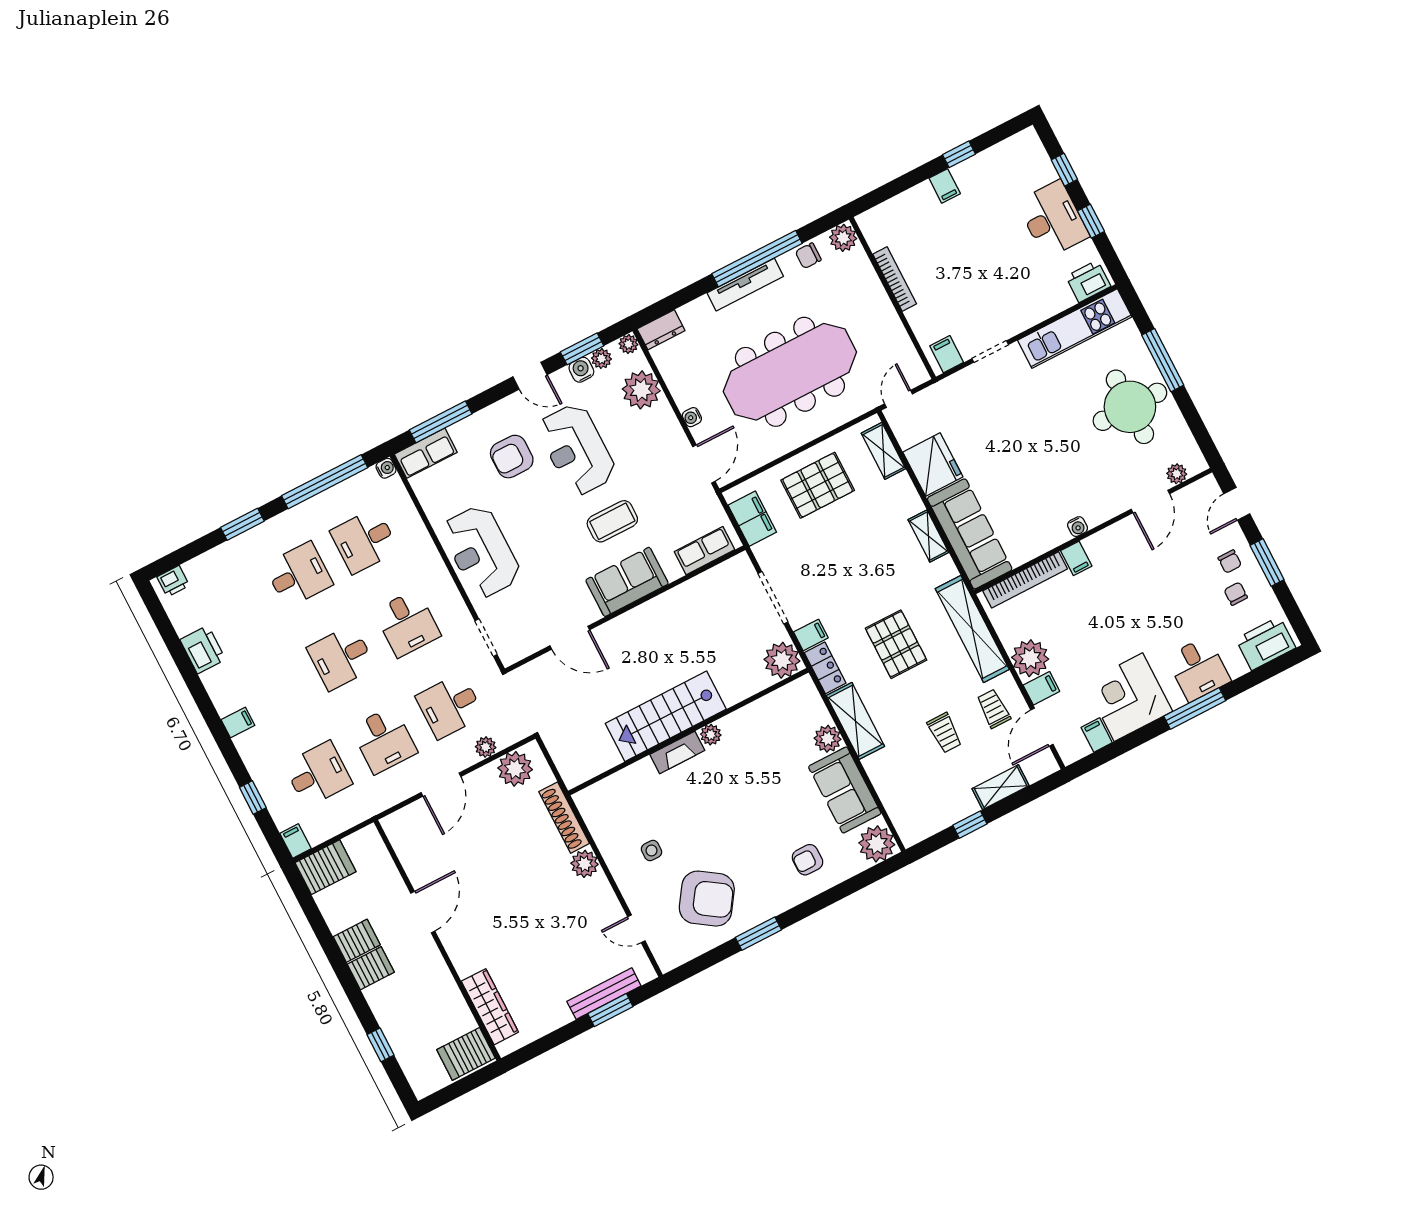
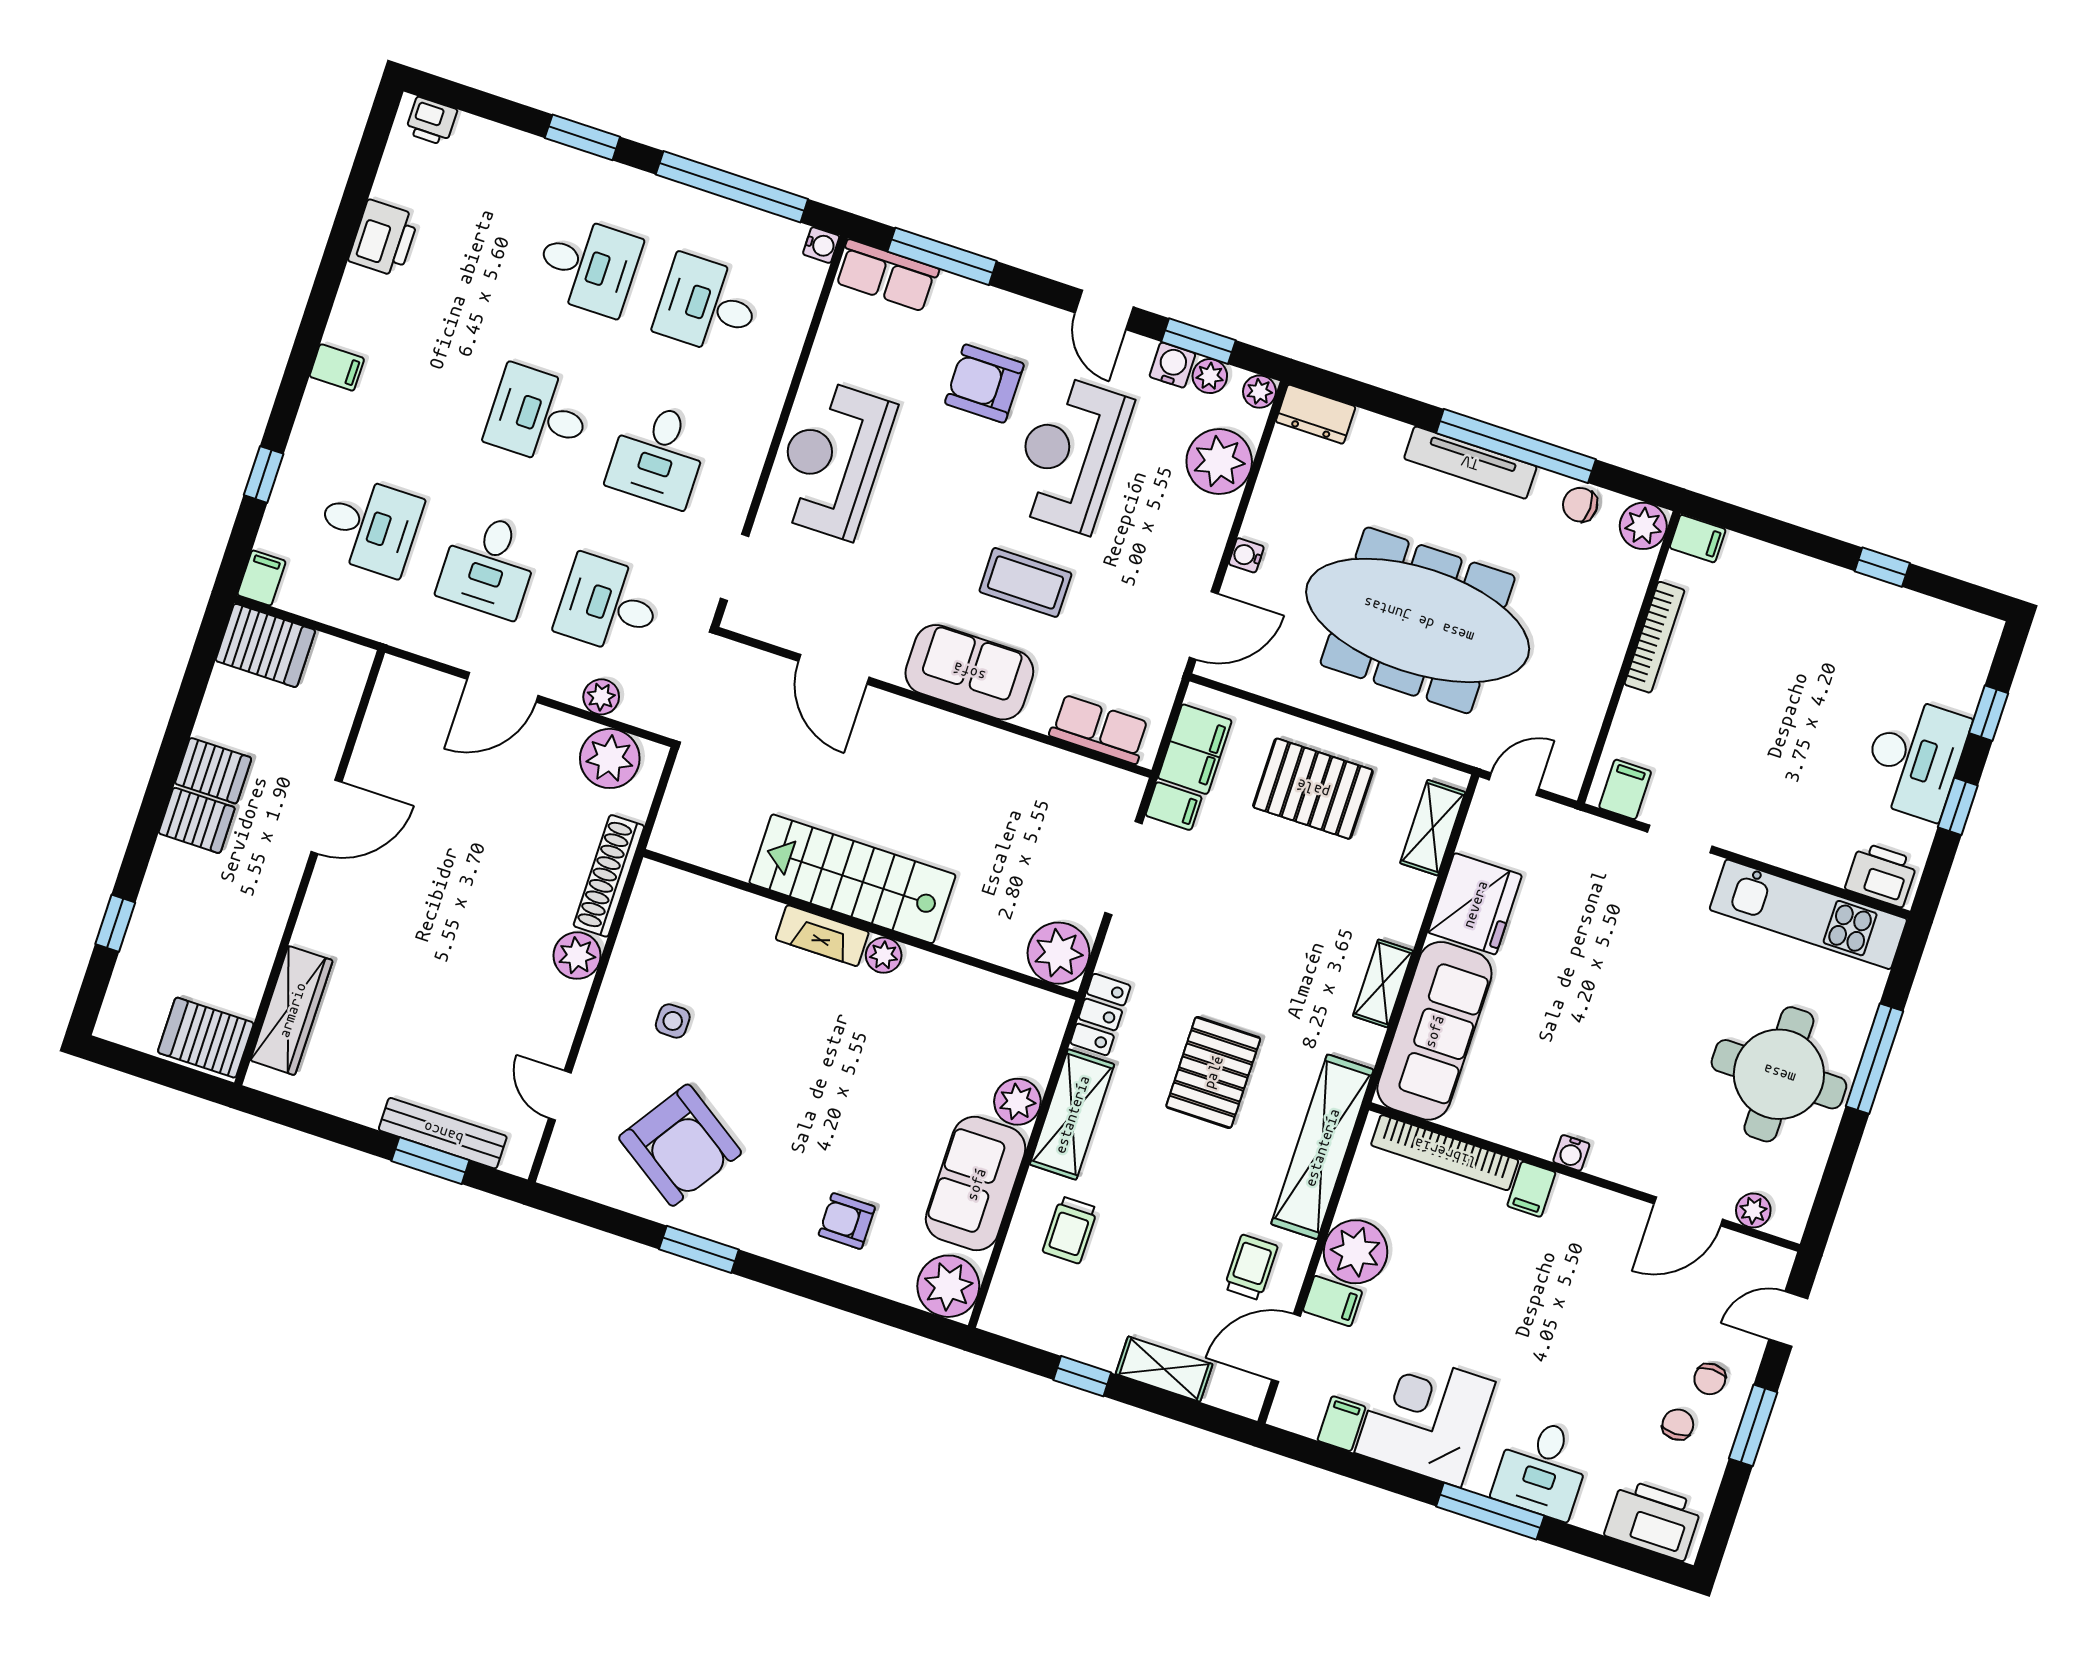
filing cabinet: (945, 186) -> (1698, 539), moved, turned -90
filing cabinet: (811, 635) -> (1174, 806), moved
trolley: (945, 733) -> (1070, 1230), moved

